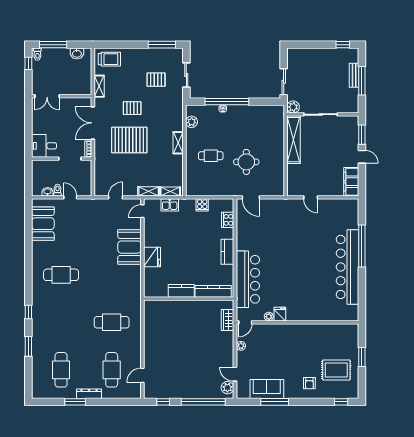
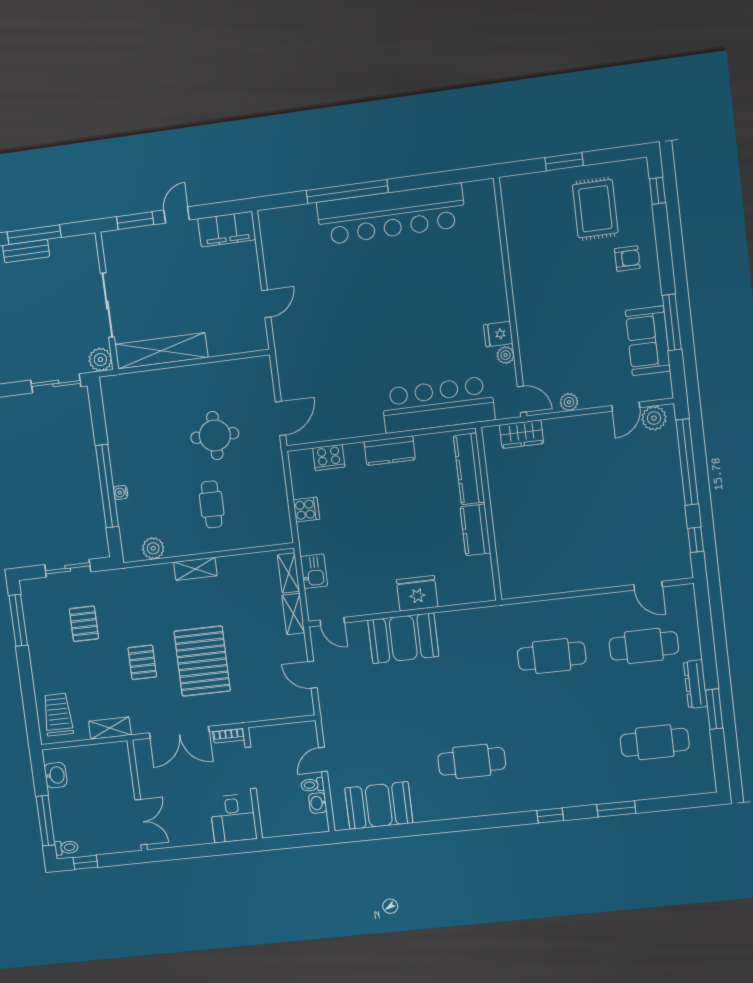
cafe table: (61, 275) -> (472, 761), turned 90
cafe table: (112, 322) -> (552, 656), turned 90

